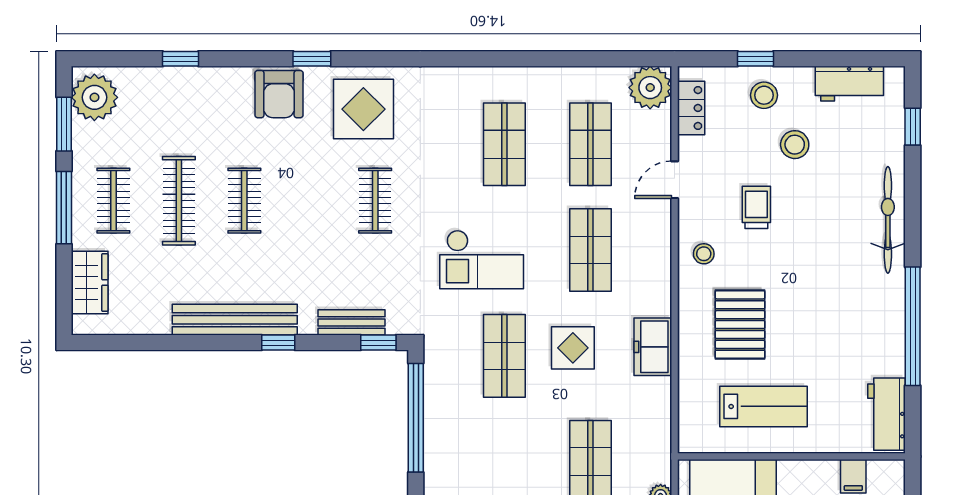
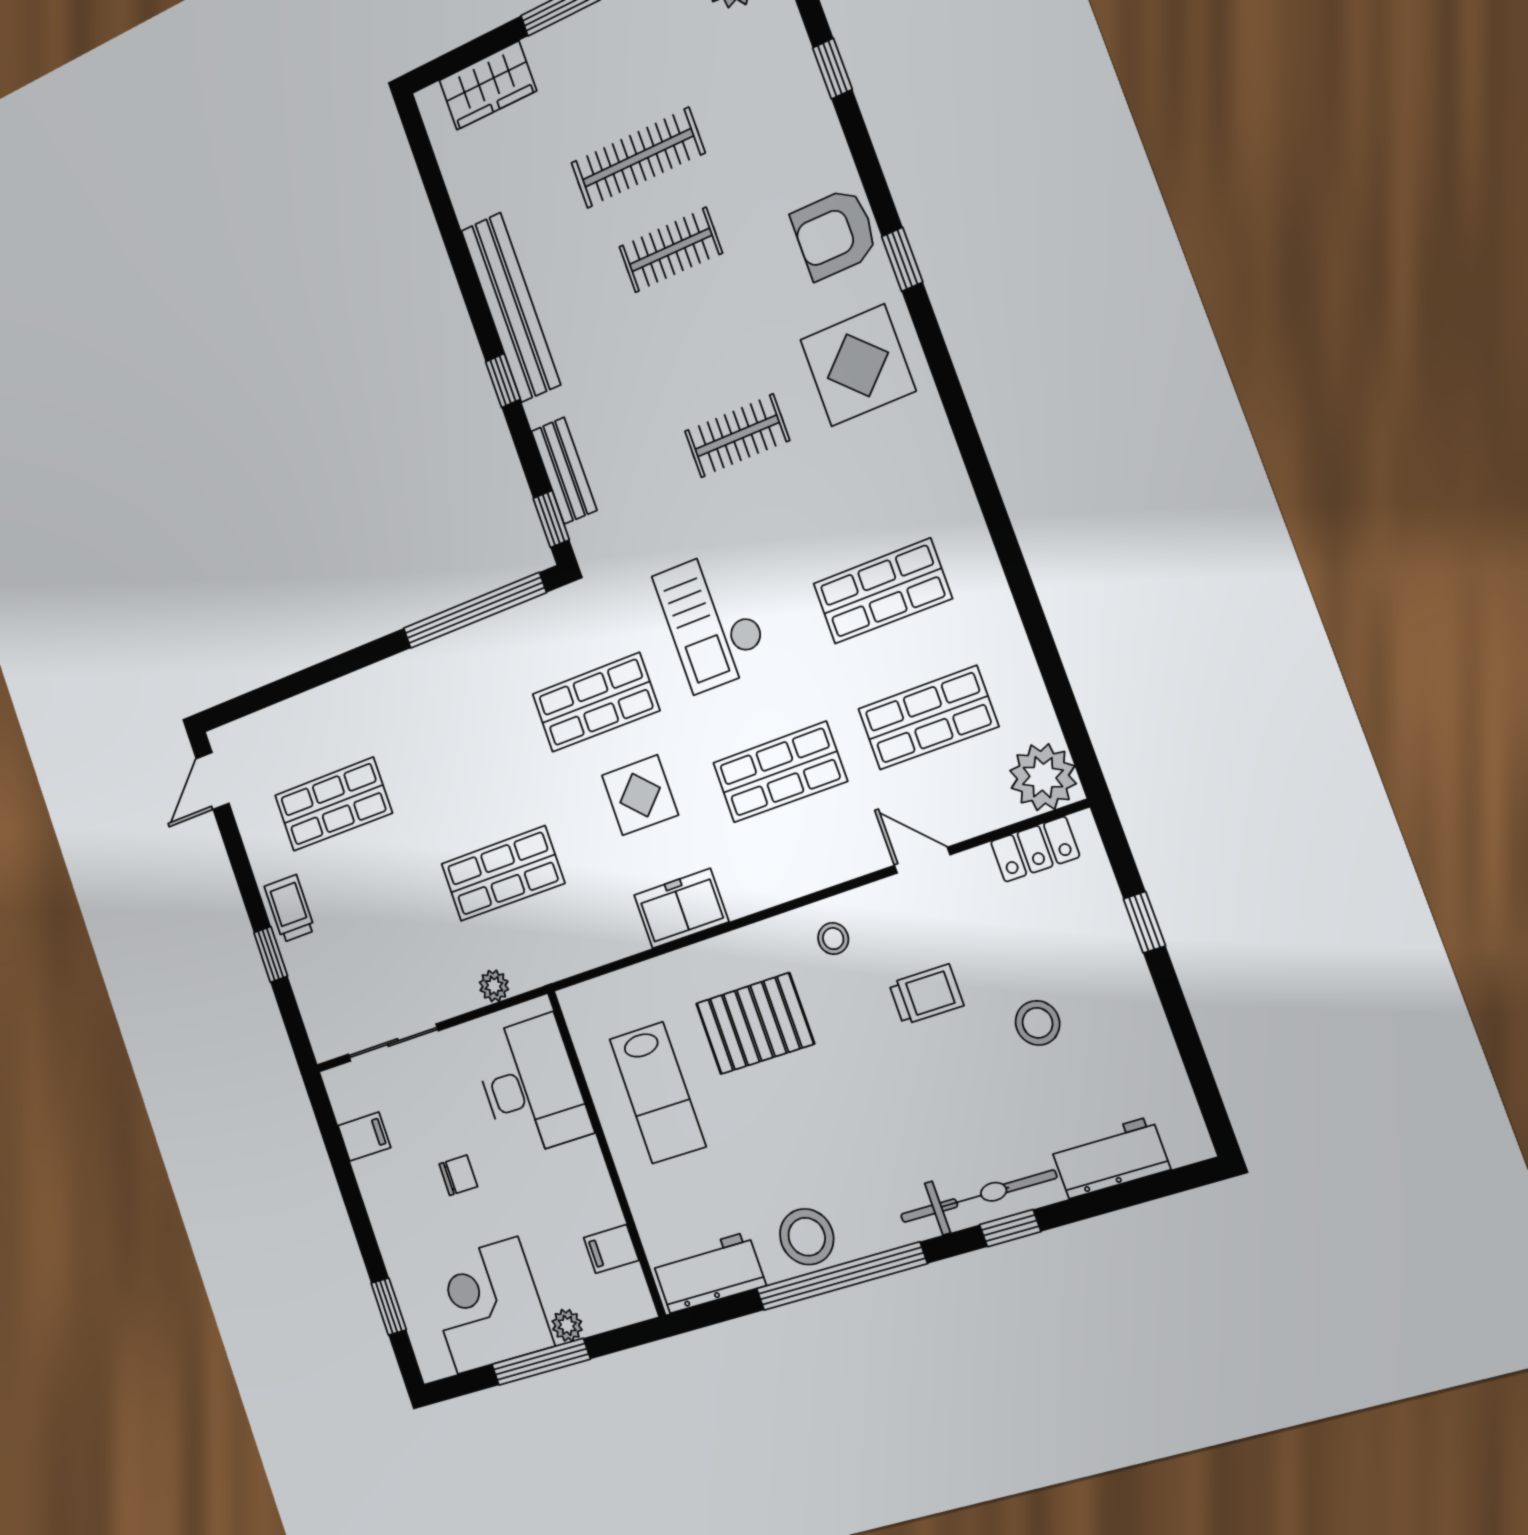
workbench: (849, 84) -> (1110, 1158), moved, turned 90
stool: (764, 95) -> (807, 1237), moved, width x1.38, depth x1.38
window: (913, 127) -> (1010, 1228), moved
clothes rail: (113, 201) -> (605, 66), removed

